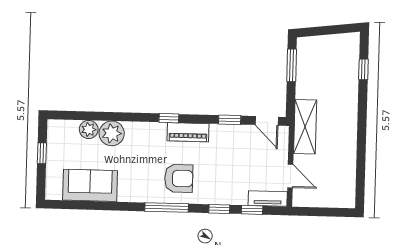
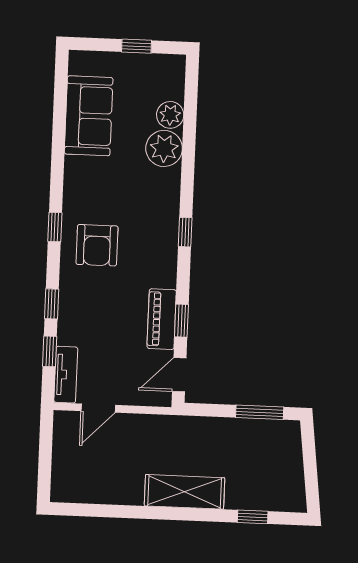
shelving: (305, 127) -> (185, 492), moved
piano: (188, 132) -> (162, 319), moved
window: (167, 207) -> (55, 227), width x0.46

